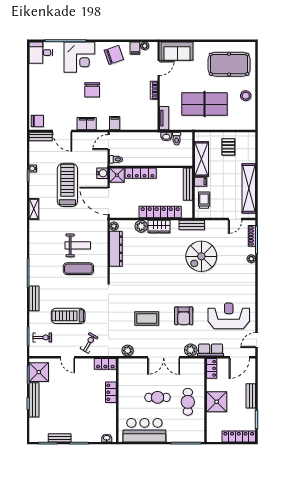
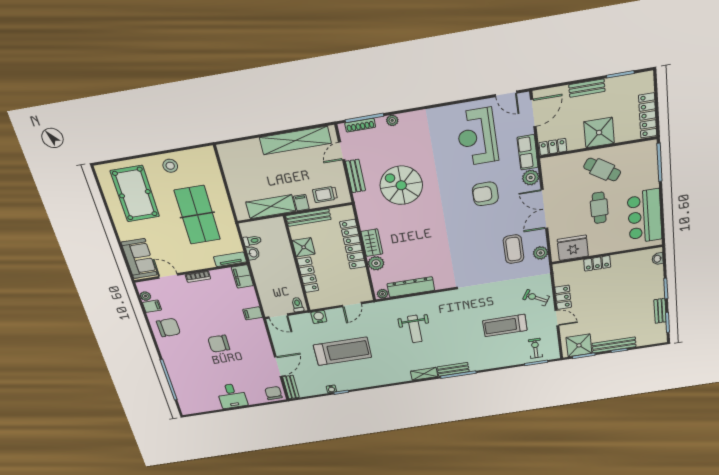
desk: (41, 53) -> (232, 396), moved
chair: (114, 55) -> (168, 328), turned 108
corner desk: (79, 57) -> (183, 363), removed
chair: (92, 90) -> (219, 344), turned 180
filing cabinet: (87, 124) -> (242, 276), moved
pallet: (228, 147) -> (246, 176), removed
shower: (117, 175) -> (304, 247), moved
treadmill: (67, 185) -> (343, 351), turned 180
door: (109, 201) -> (352, 305), width x0.53
shelving: (34, 209) -> (424, 374), moved
door: (235, 219) -> (342, 151), swing flipped
bench: (192, 225) -> (356, 176), moved
weight bench: (78, 245) -> (415, 329), turned 180
spiral stairs: (201, 256) -> (401, 185), turned 180
exercise mat: (78, 269) -> (444, 324), removed
bench: (34, 298) -> (453, 369), moved
treadmill: (68, 316) -> (505, 326), turned 90
armchair: (184, 316) -> (485, 194), turned 180
coffee table: (147, 319) -> (513, 249), moved
door: (68, 357) -> (557, 318), hinge flipped
double door: (164, 357) -> (544, 209), swing flipped
door: (239, 357) -> (533, 113), hinge flipped
locker: (105, 364) -> (563, 297), moved
fridge: (128, 375) -> (573, 248), added
cafe table: (188, 402) -> (602, 169), turned 34
locker: (239, 437) -> (648, 116), moved

